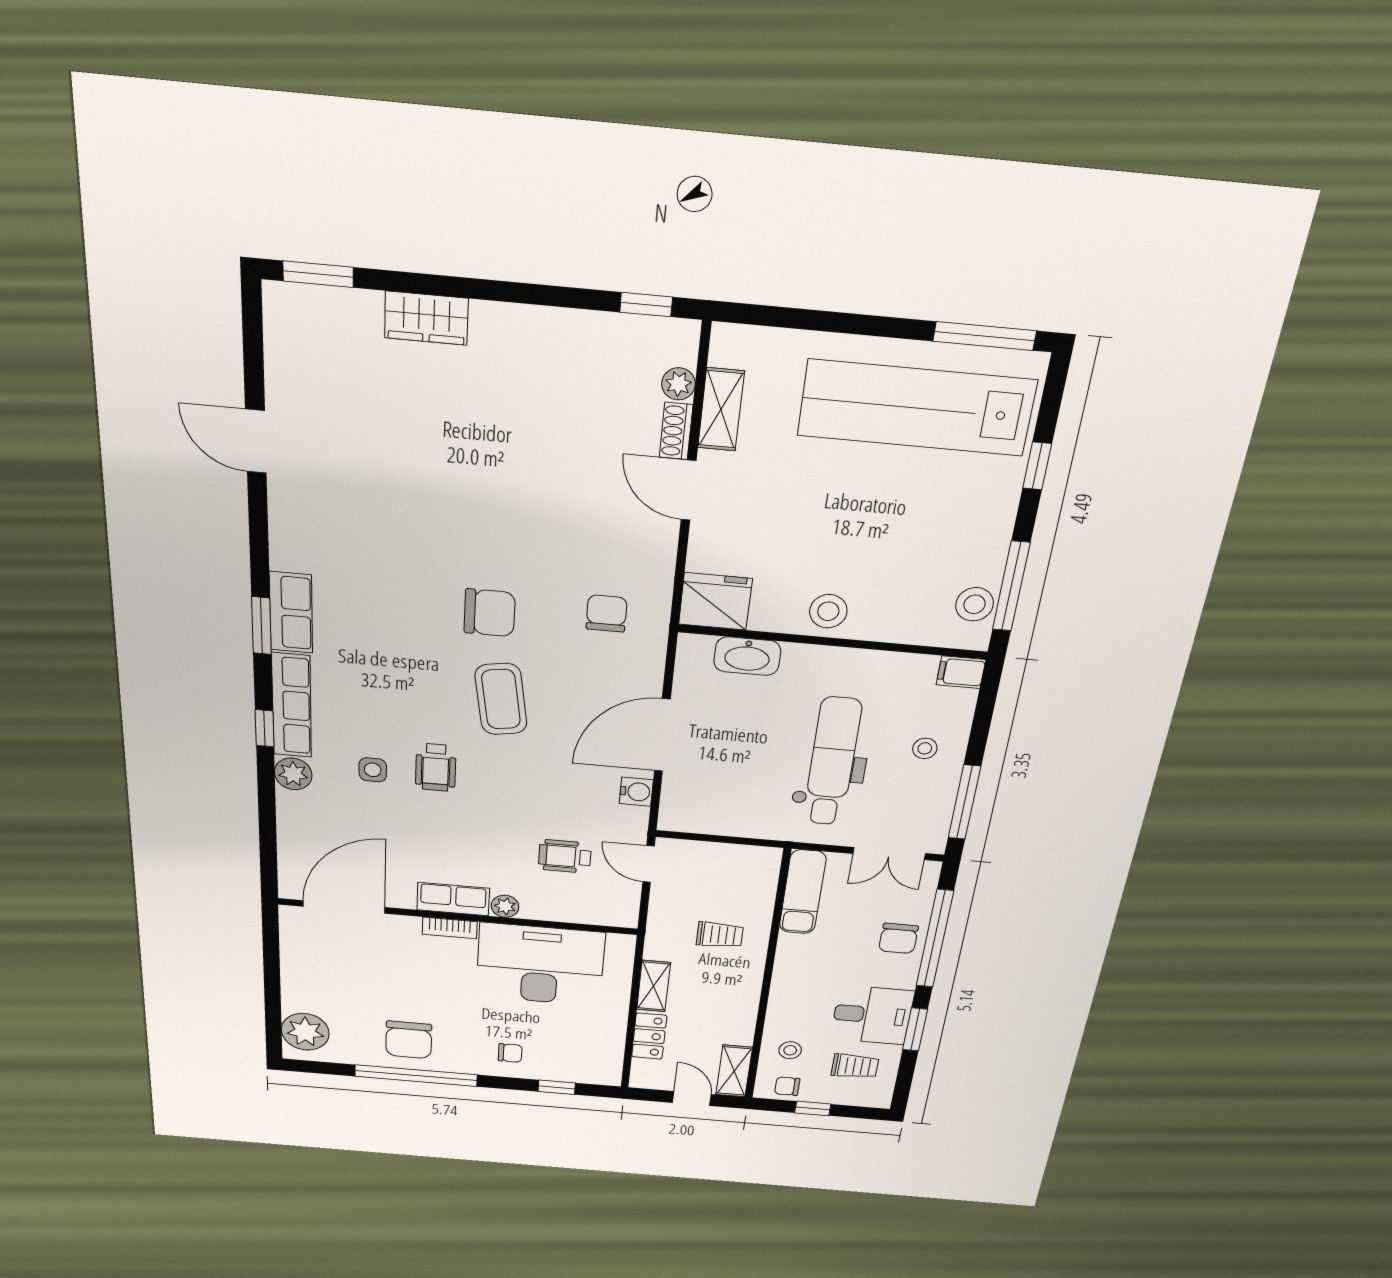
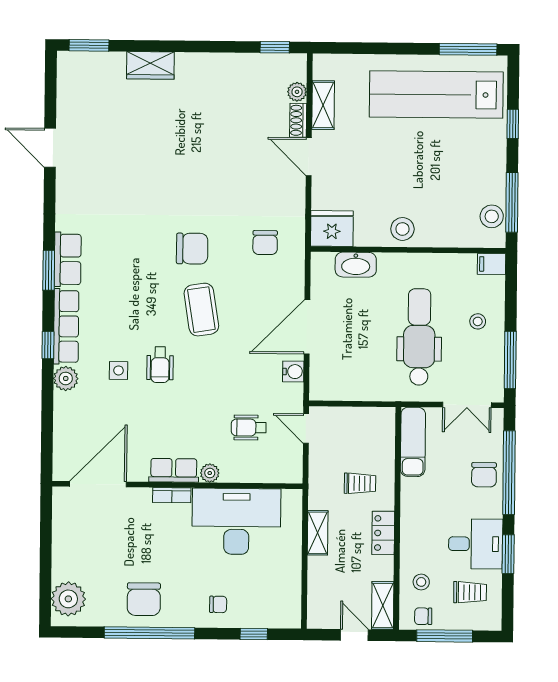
chair: (607, 613) -> (265, 243), turned 180
locker: (649, 1036) -> (383, 533), moved, turned 180
window: (813, 1108) -> (445, 636), width x2.17

